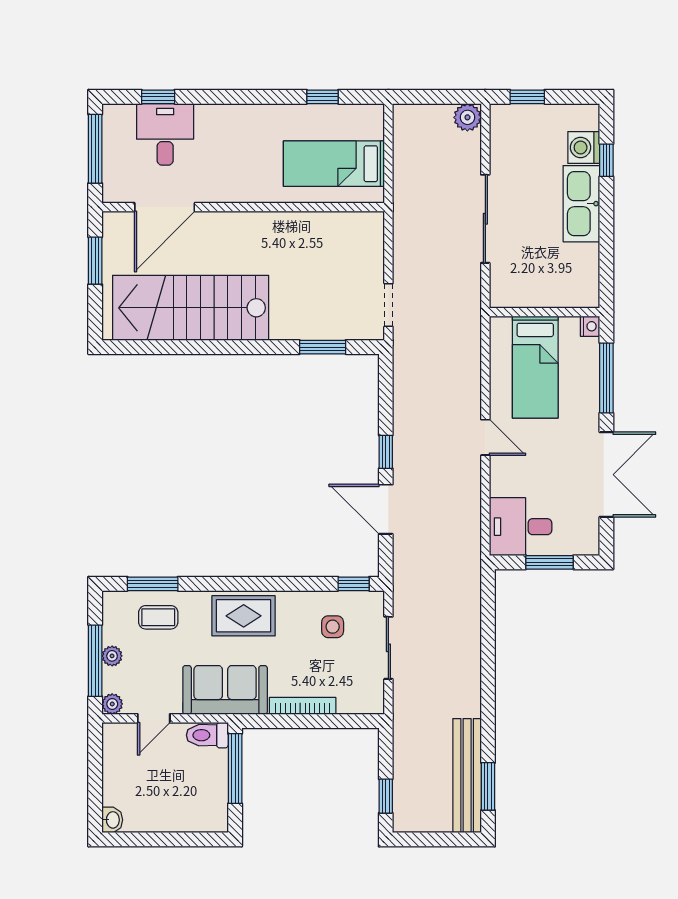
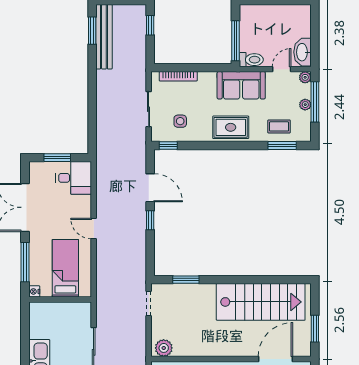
plant: (362, 227) -> (164, 348), added
bookcase: (303, 706) -> (178, 76), moved
washbasin: (112, 820) -> (302, 52), moved, width x1.91, depth x1.45

